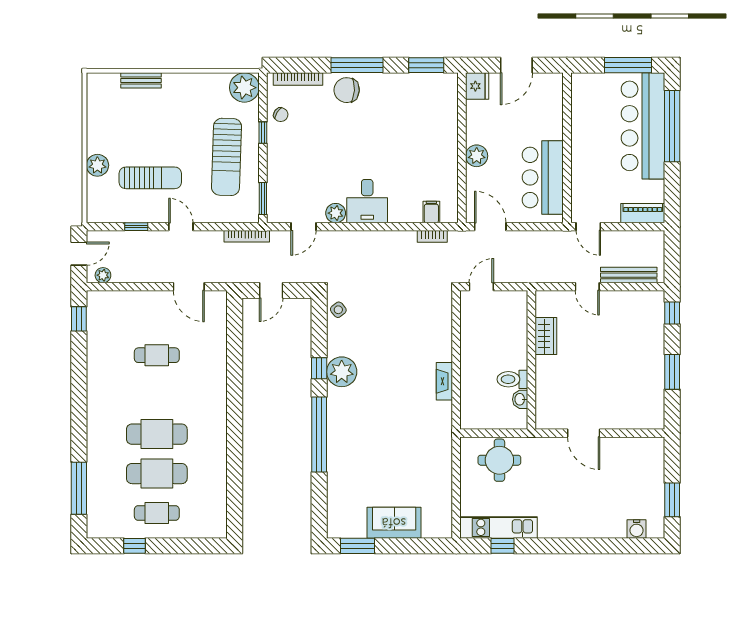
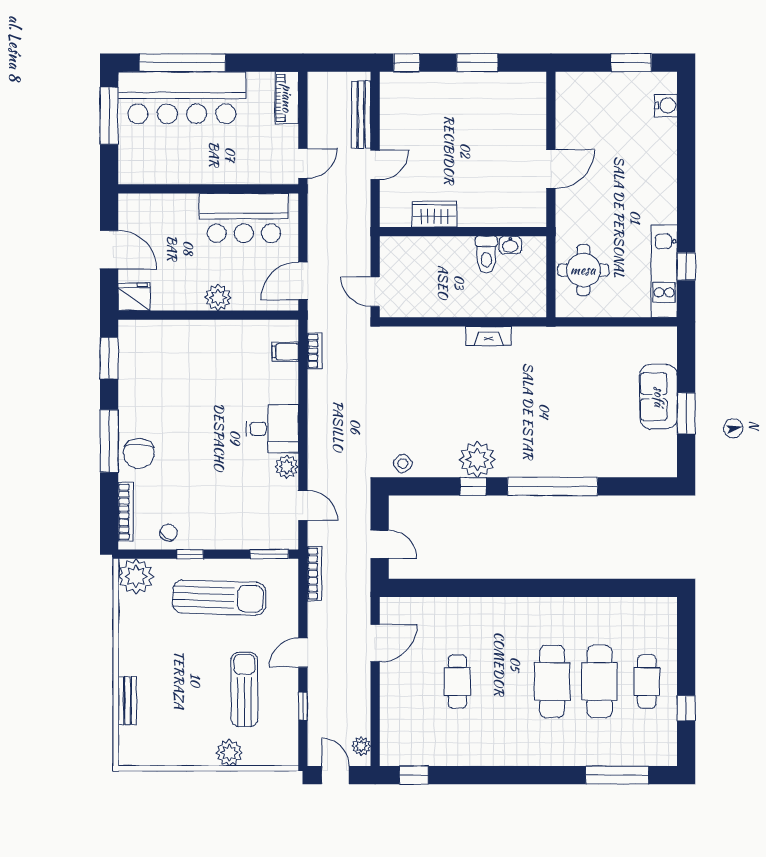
window: (358, 546) -> (686, 413), moved

